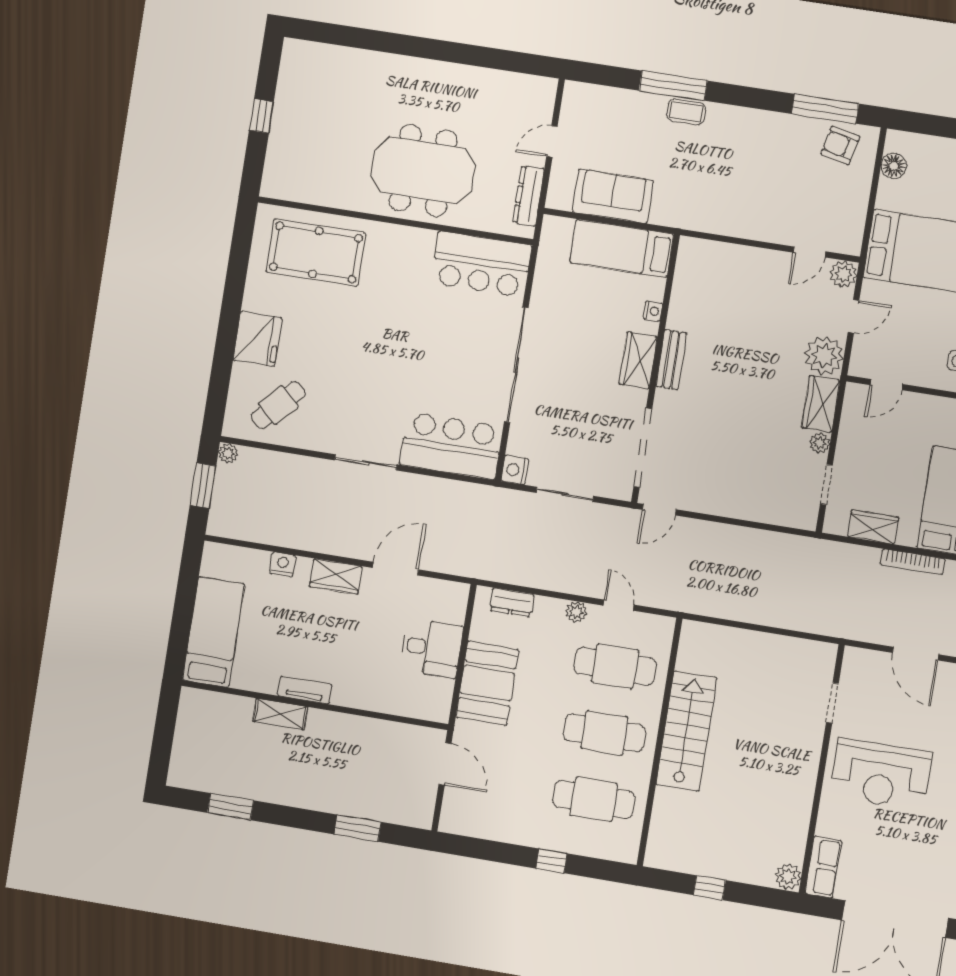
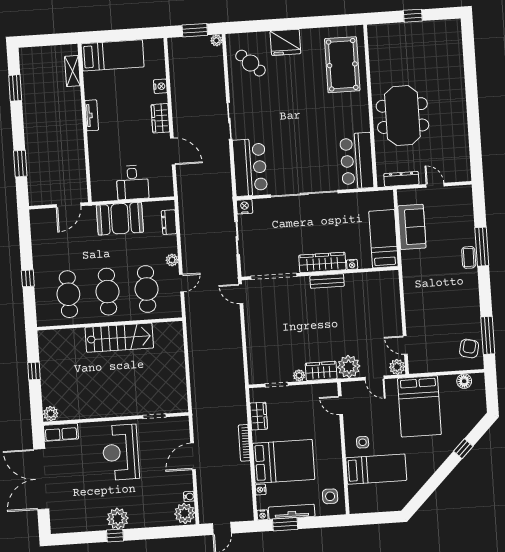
wardrobe: (638, 360) -> (322, 262), width x1.50
shelving: (280, 714) -> (72, 71), moved

